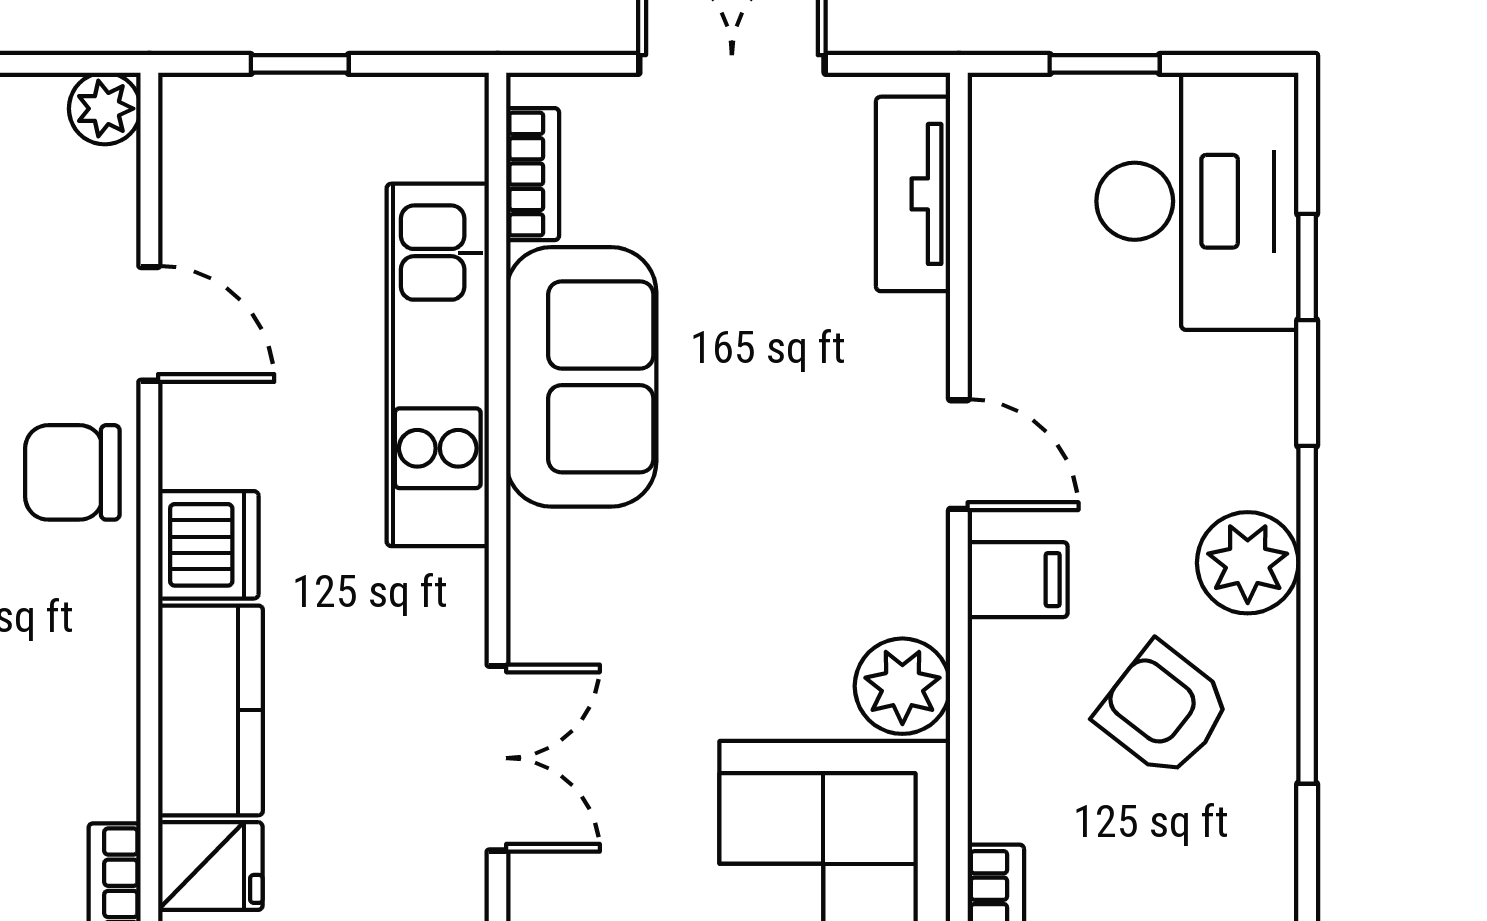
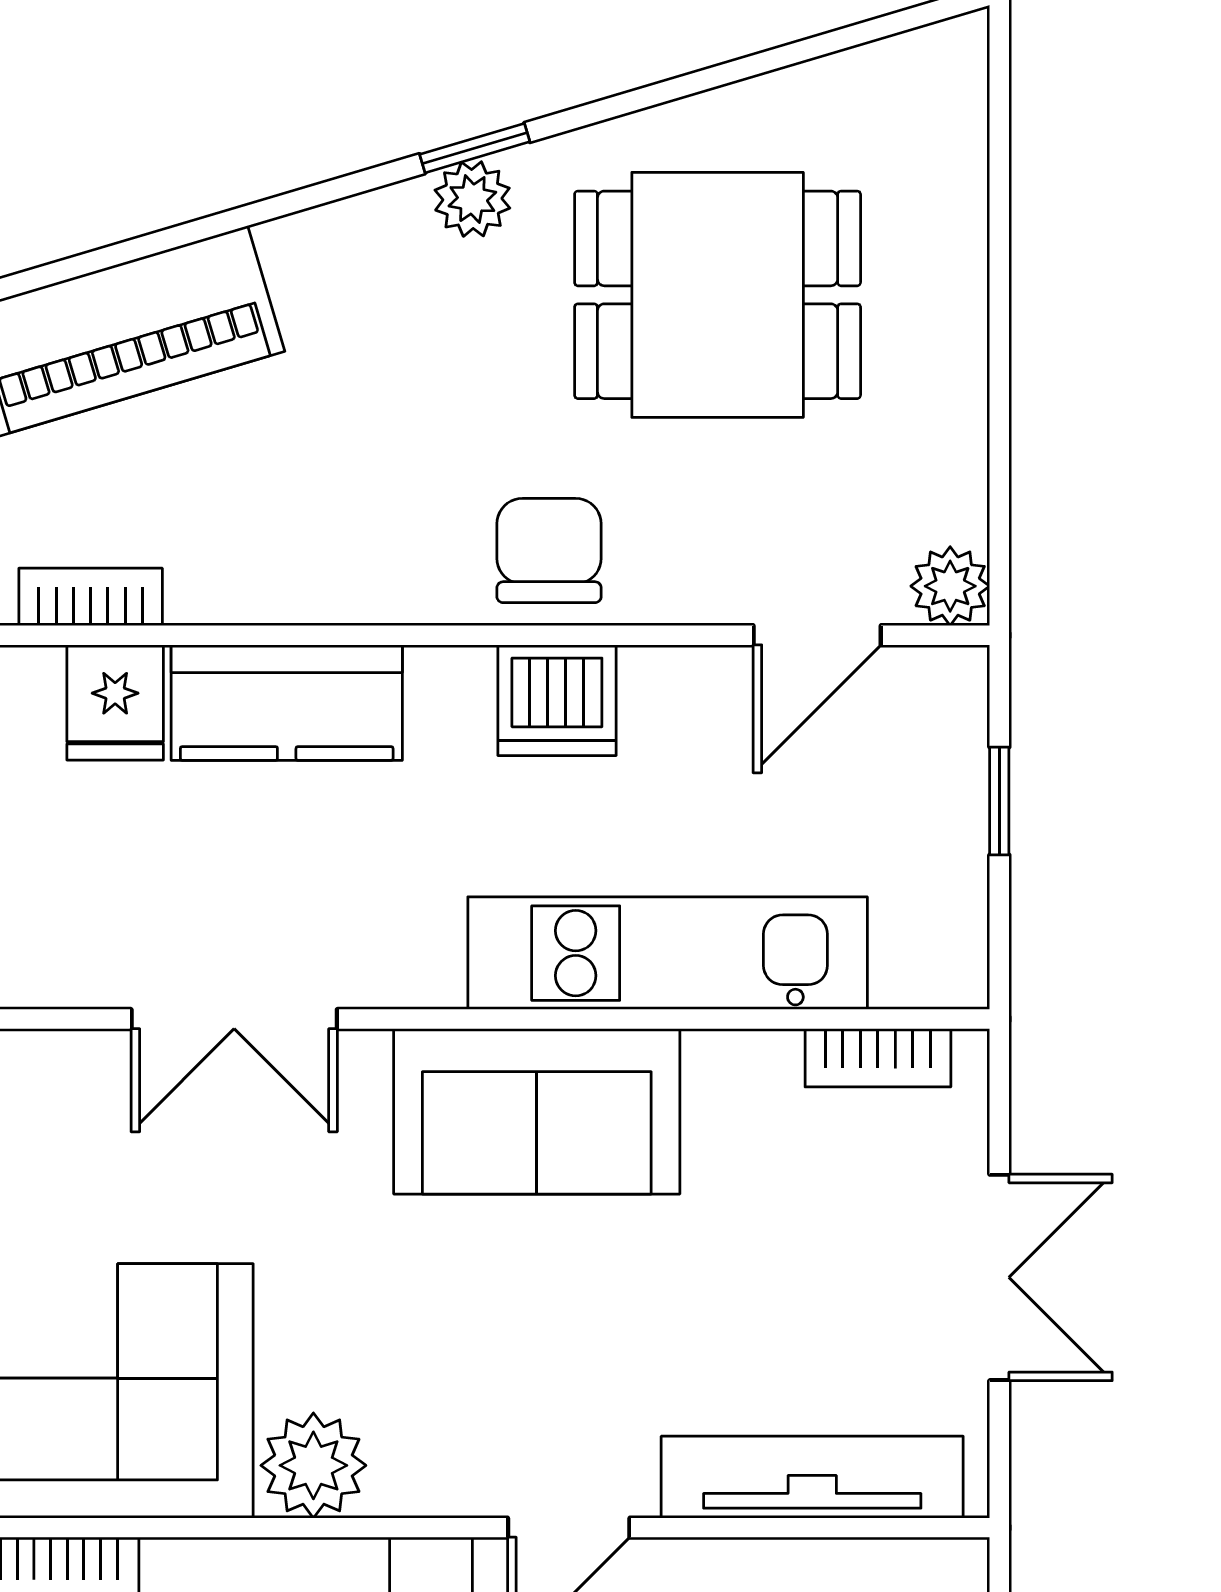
tv unit: (913, 194) -> (812, 1477), width x1.41
door: (149, 324) -> (817, 635), moved
sofa: (581, 377) -> (537, 1111), moved
dishwasher: (208, 545) -> (557, 700), moved

